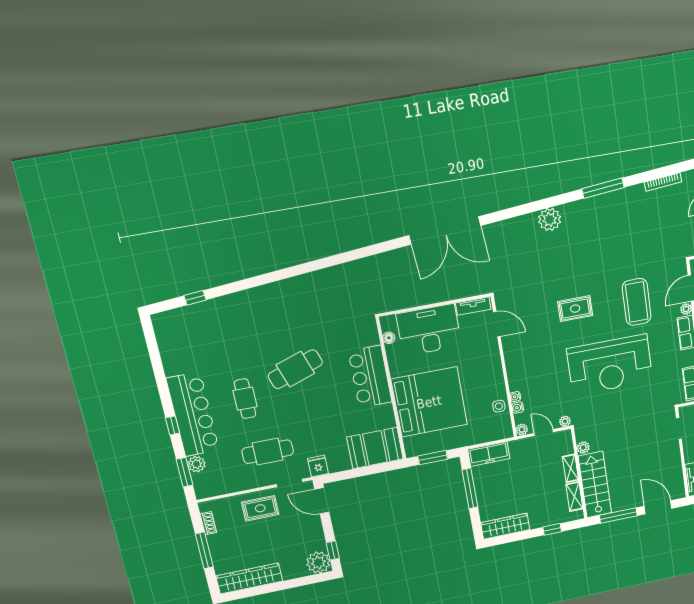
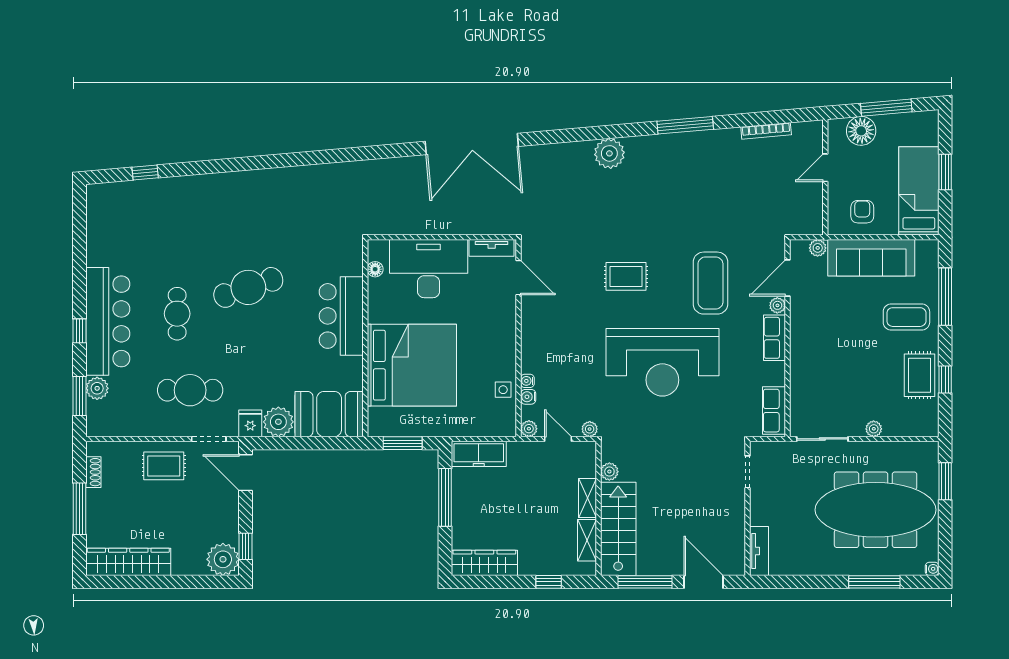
plant: (339, 461) -> (278, 422), added

